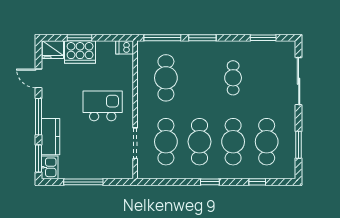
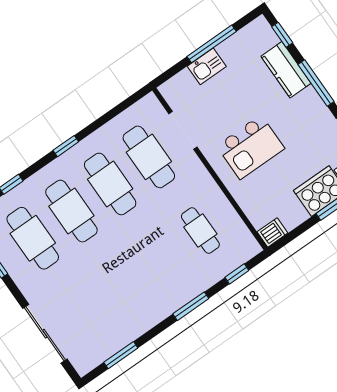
window: (162, 38) -> (237, 274), width x0.46
cafe table: (166, 78) -> (200, 231), width x0.73, depth x0.74
cafe table: (233, 78) -> (123, 285), removed
window: (38, 158) -> (282, 35), width x0.67
kitchen sink: (50, 167) -> (207, 66), moved, turned -90

